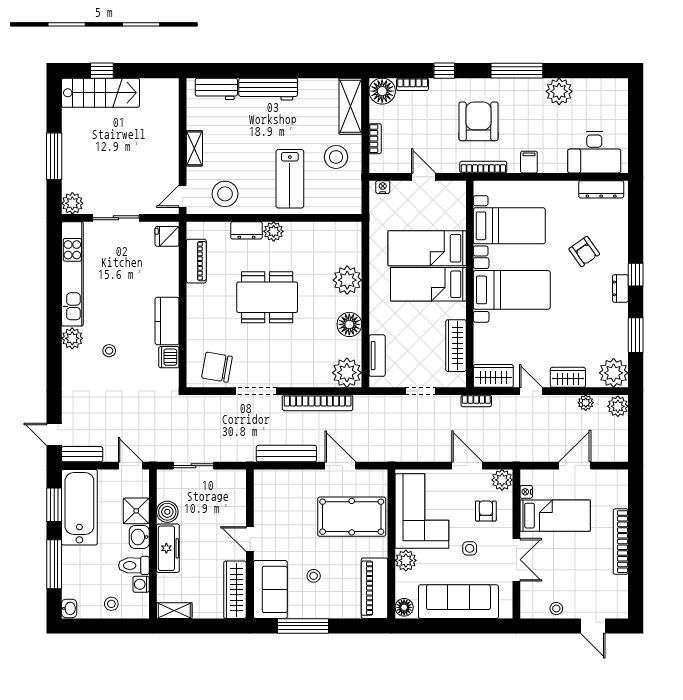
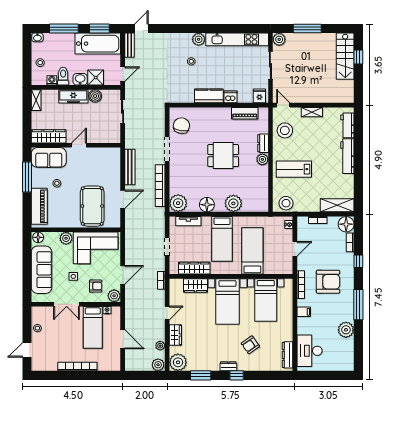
stool: (336, 157) -> (286, 203), moved
bed: (428, 284) -> (222, 239), moved, turned 180
dining table: (267, 297) -> (223, 156), width x0.73
dishwasher: (169, 357) -> (230, 97), moved
wardrobe: (493, 376) -> (195, 286), moved, turned 90
piano: (375, 588) -> (39, 206), moved, turned 90

